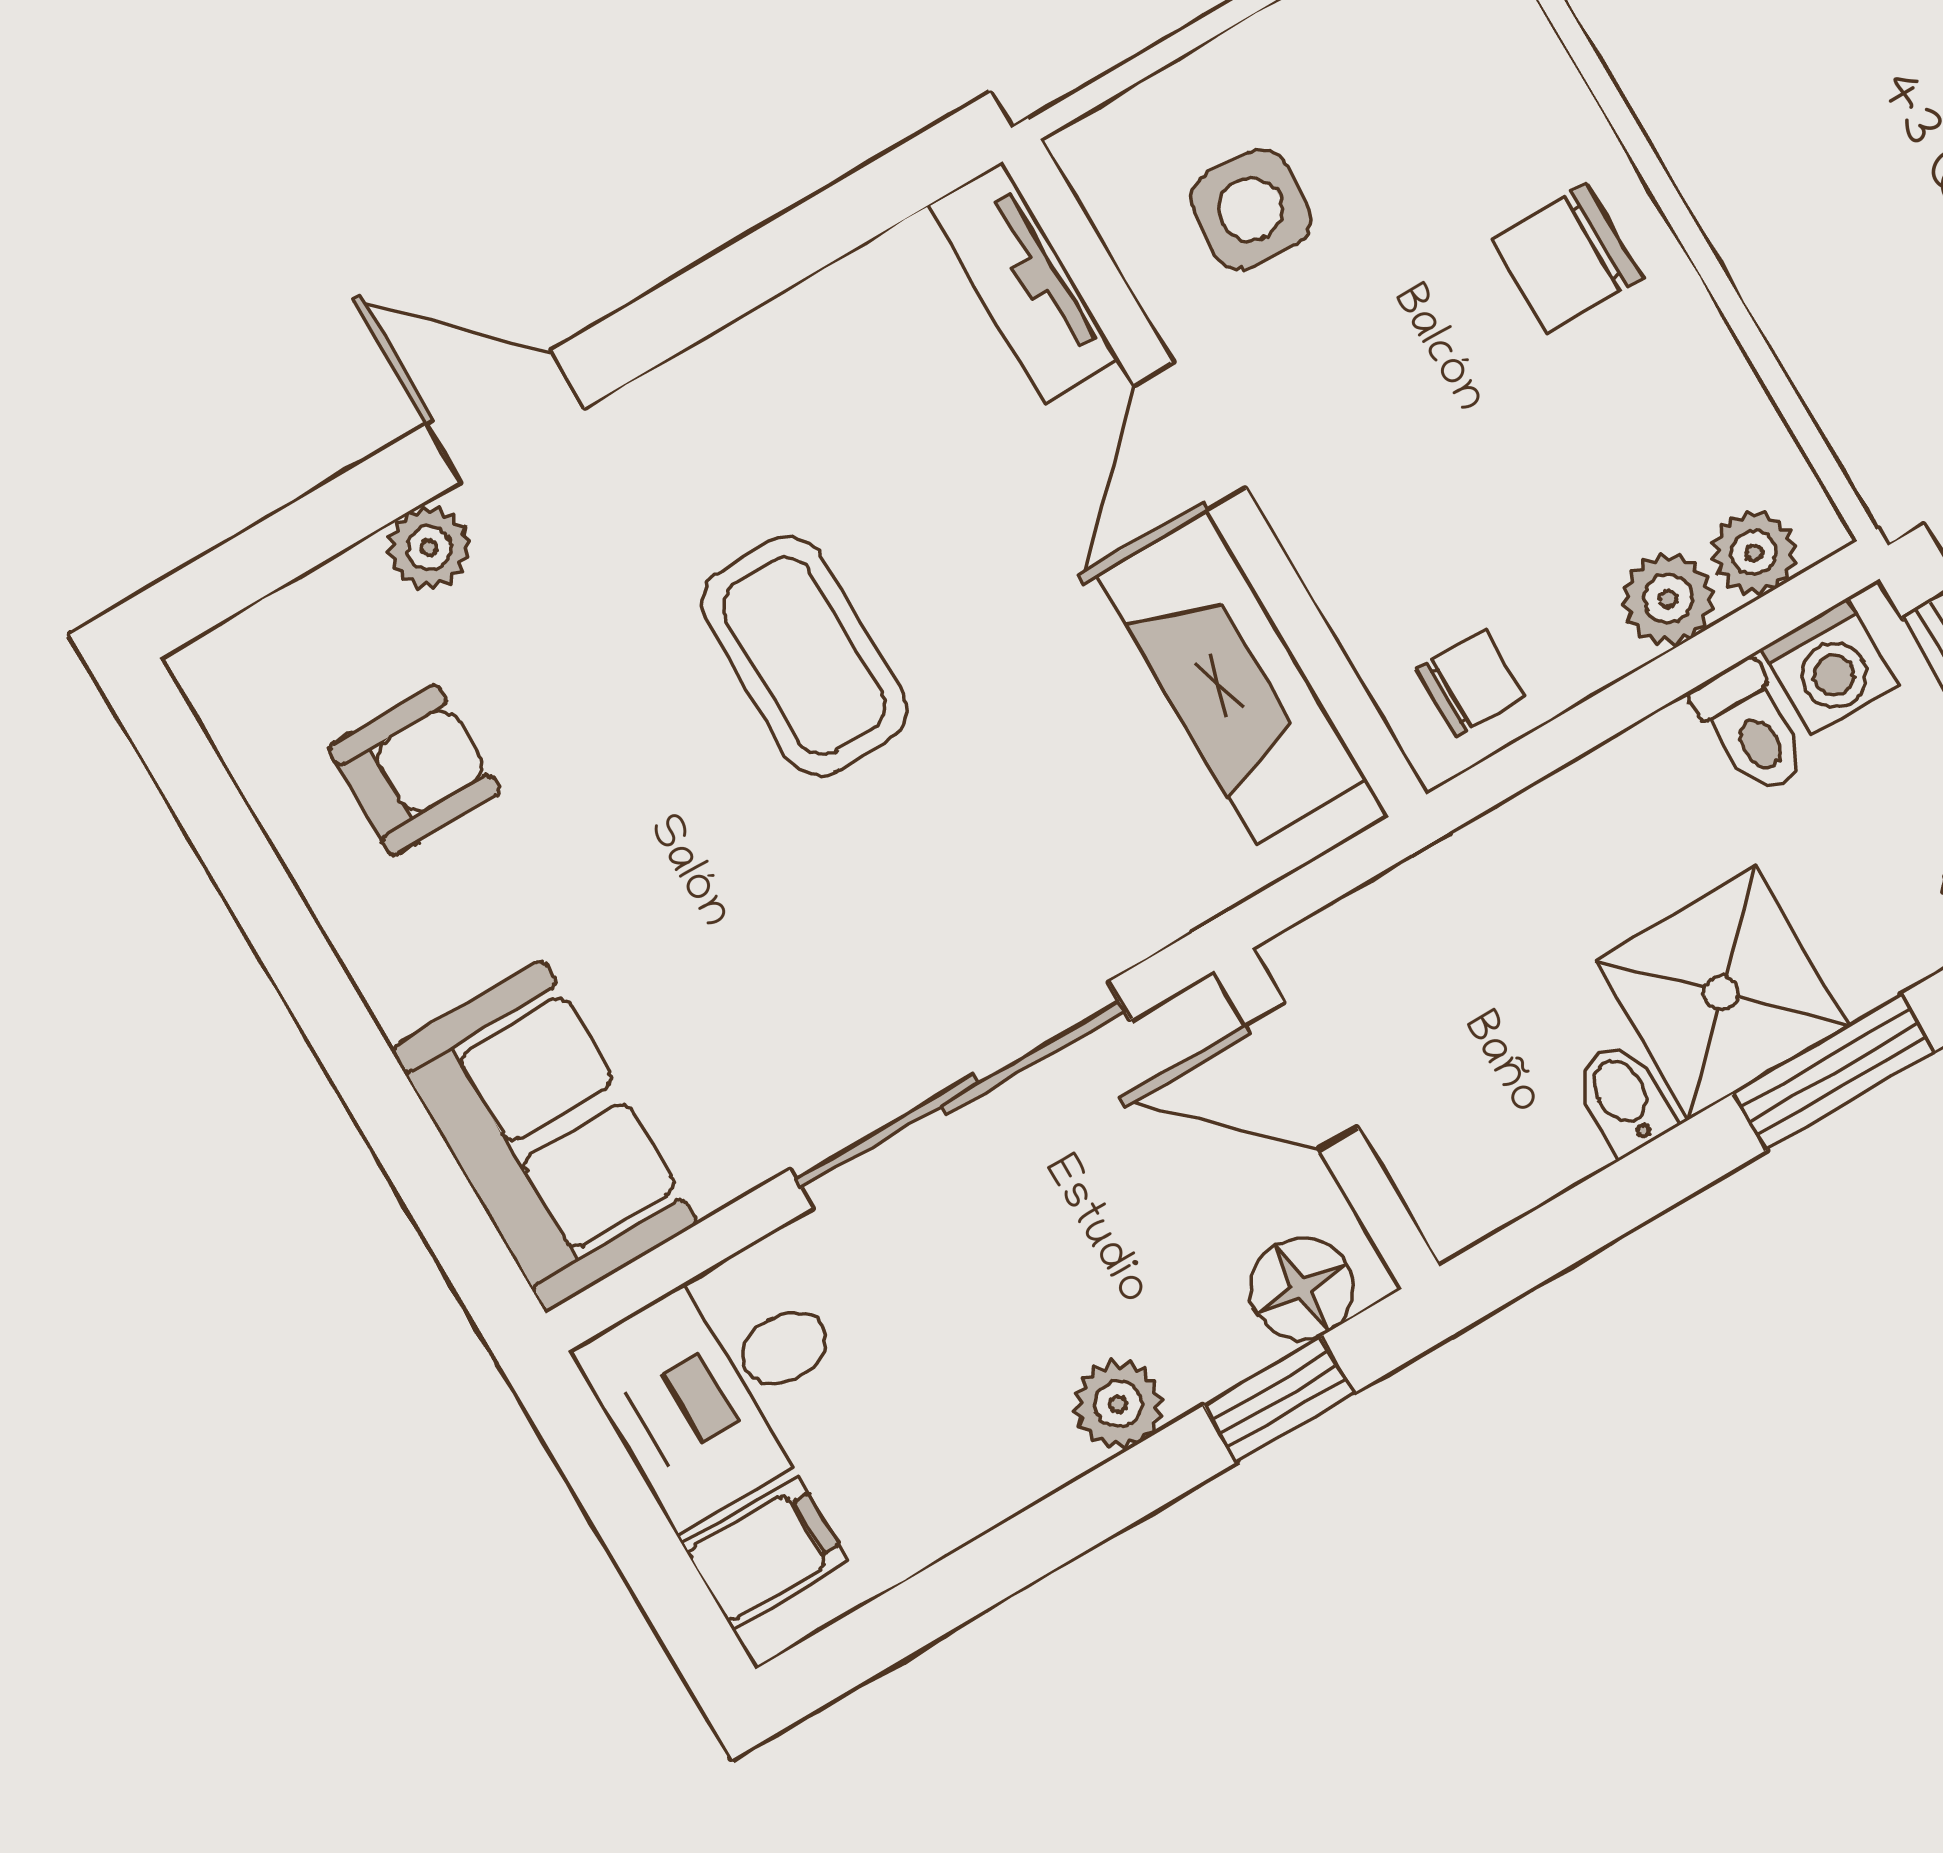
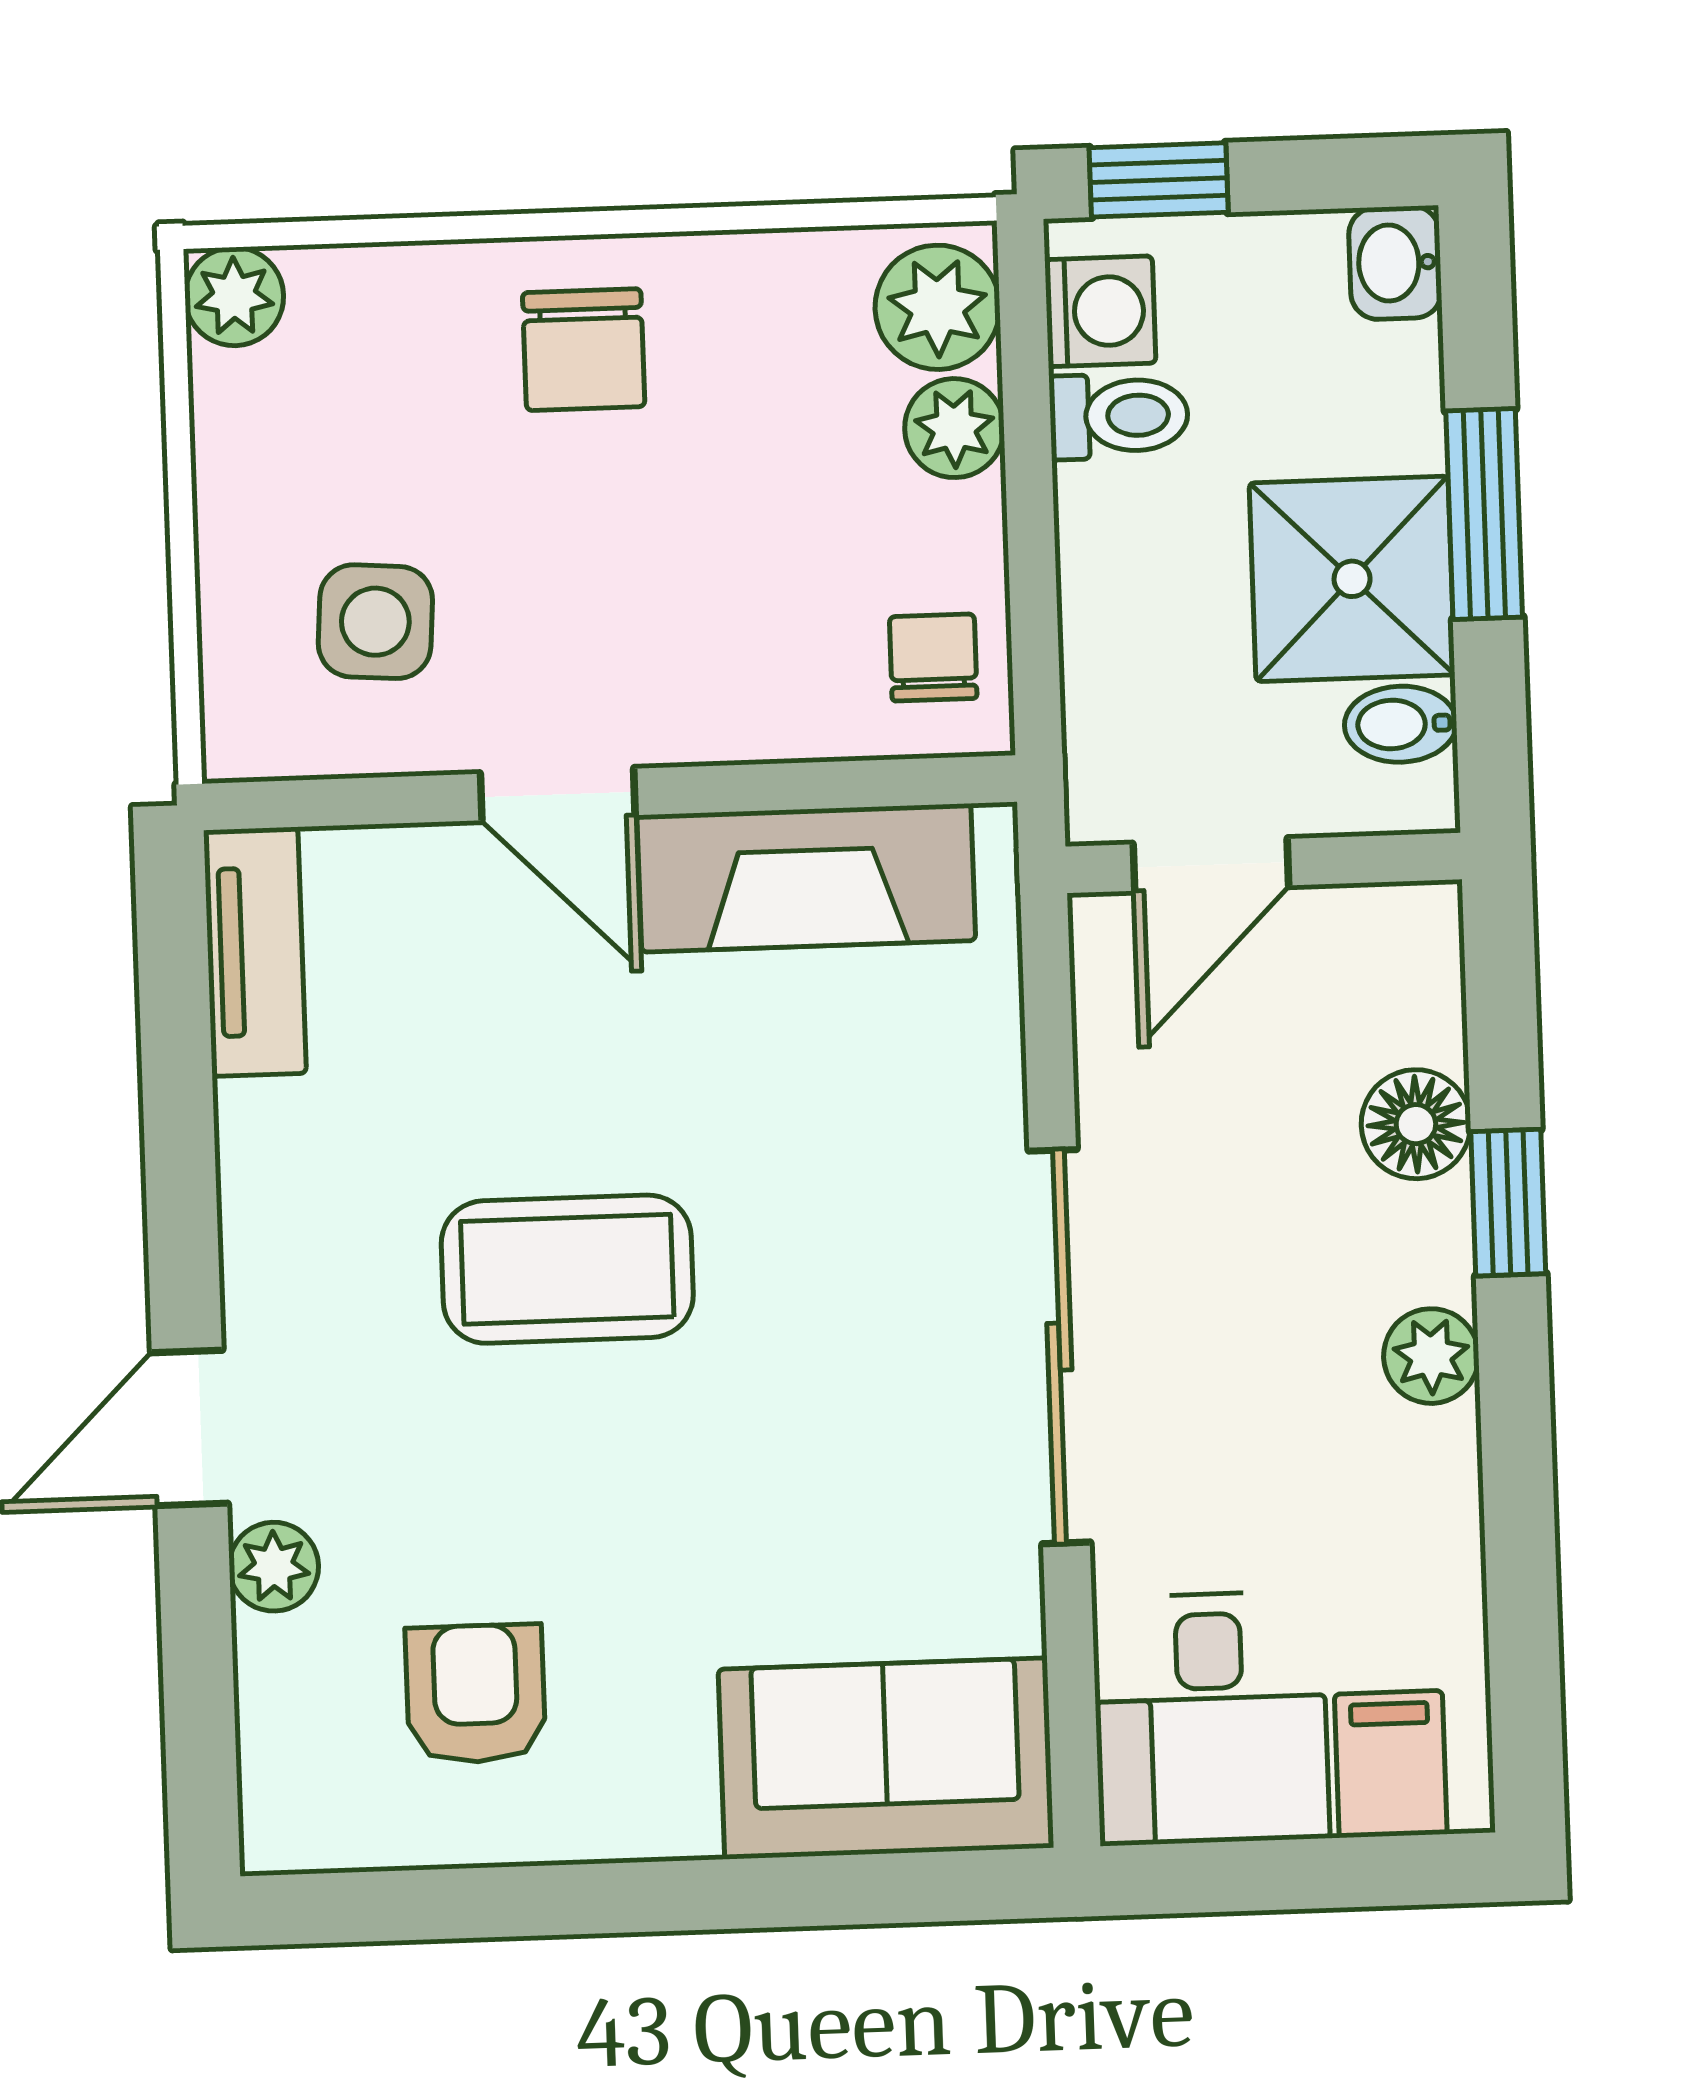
tv unit: (1023, 283) -> (255, 952), moved, turned -90
plant: (1754, 553) -> (938, 307), width x1.38, depth x1.38
door: (1302, 1076) -> (1211, 865), moved
wall: (1327, 1119) -> (1264, 863), moved

